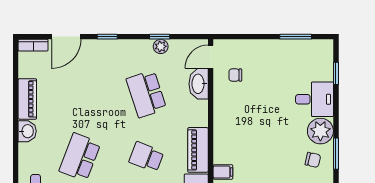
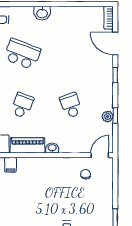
door: (211, 57) -> (100, 155), hinge flipped
washbasin: (199, 84) -> (52, 148), moved, width x0.52, depth x0.69
school desk: (146, 94) -> (71, 105), width x0.54
piano: (27, 99) -> (67, 13), removed

